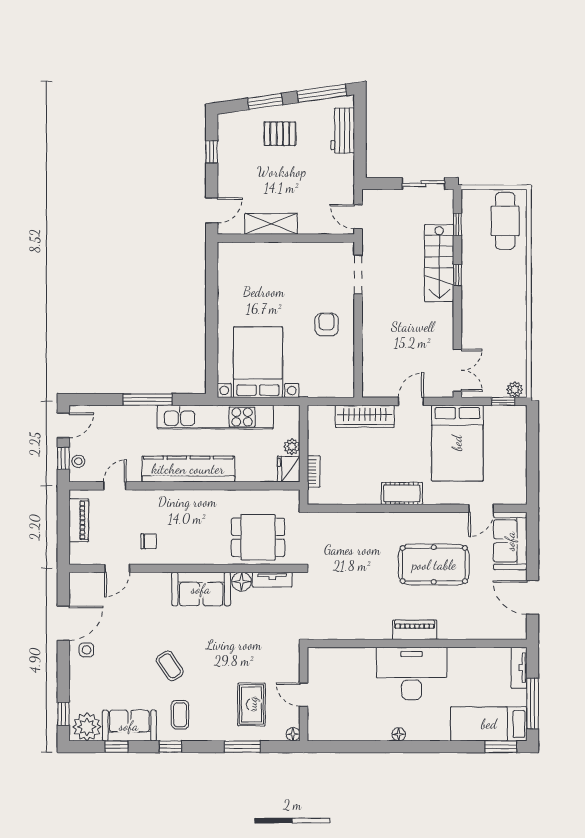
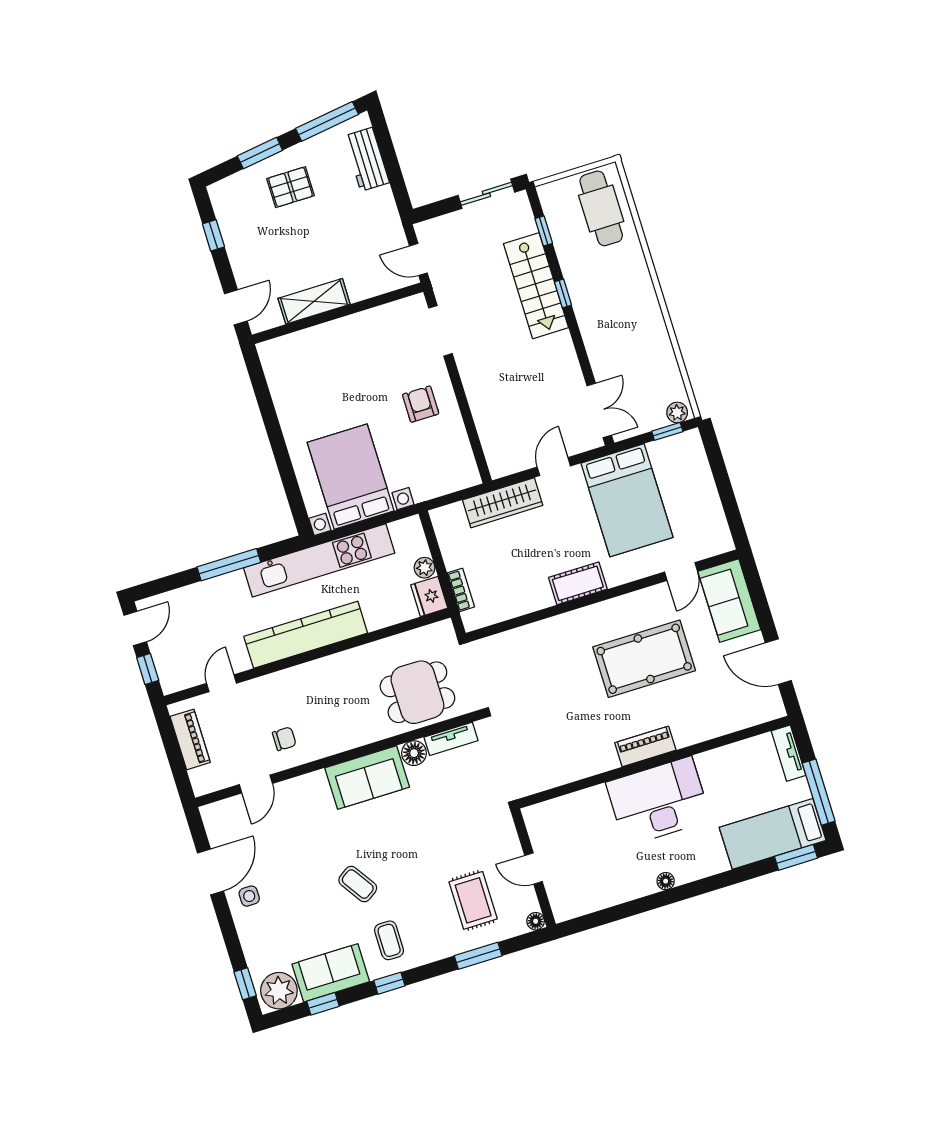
stool: (78, 461) -> (167, 667), removed

